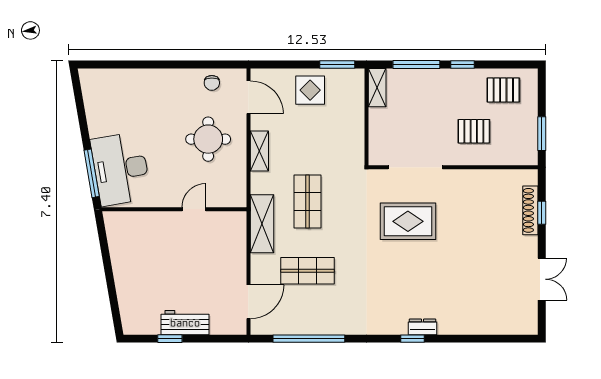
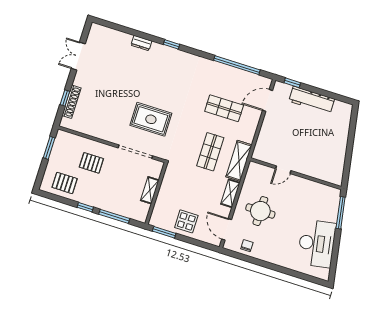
shelving: (377, 88) -> (150, 190), moved
desk: (121, 169) -> (317, 243), moved
shelving: (262, 224) -> (239, 161), moved
workbench: (185, 323) -> (312, 100), width x1.37
dresser: (423, 327) -> (141, 43), moved
window: (170, 339) -> (292, 83), moved

